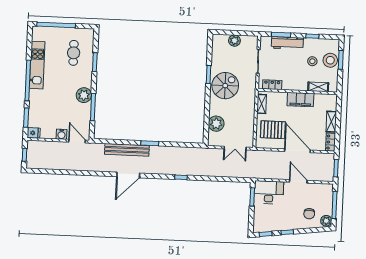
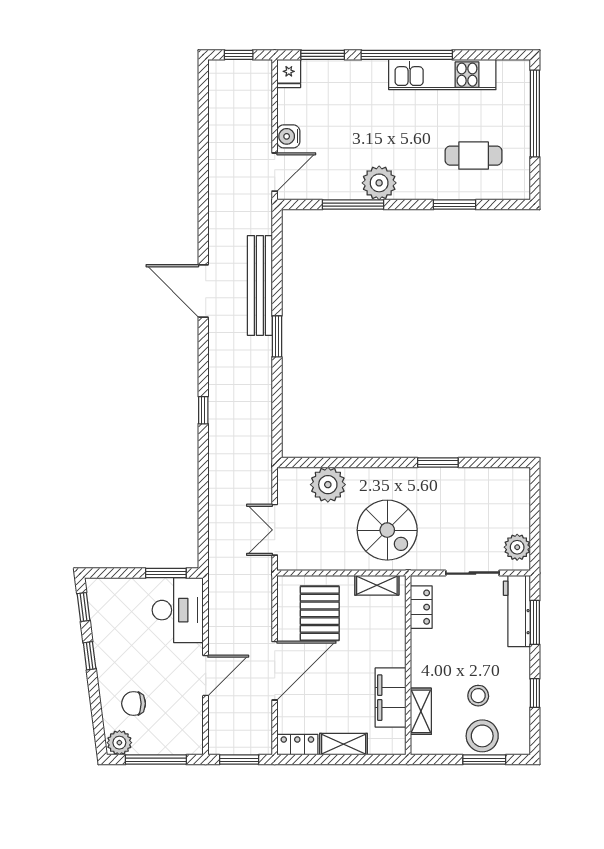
plant: (234, 41) -> (517, 547), moved
workbench: (287, 43) -> (517, 611), moved
spiral stairs: (225, 86) -> (387, 530), moved
filing cabinet: (300, 100) -> (391, 698), moved

